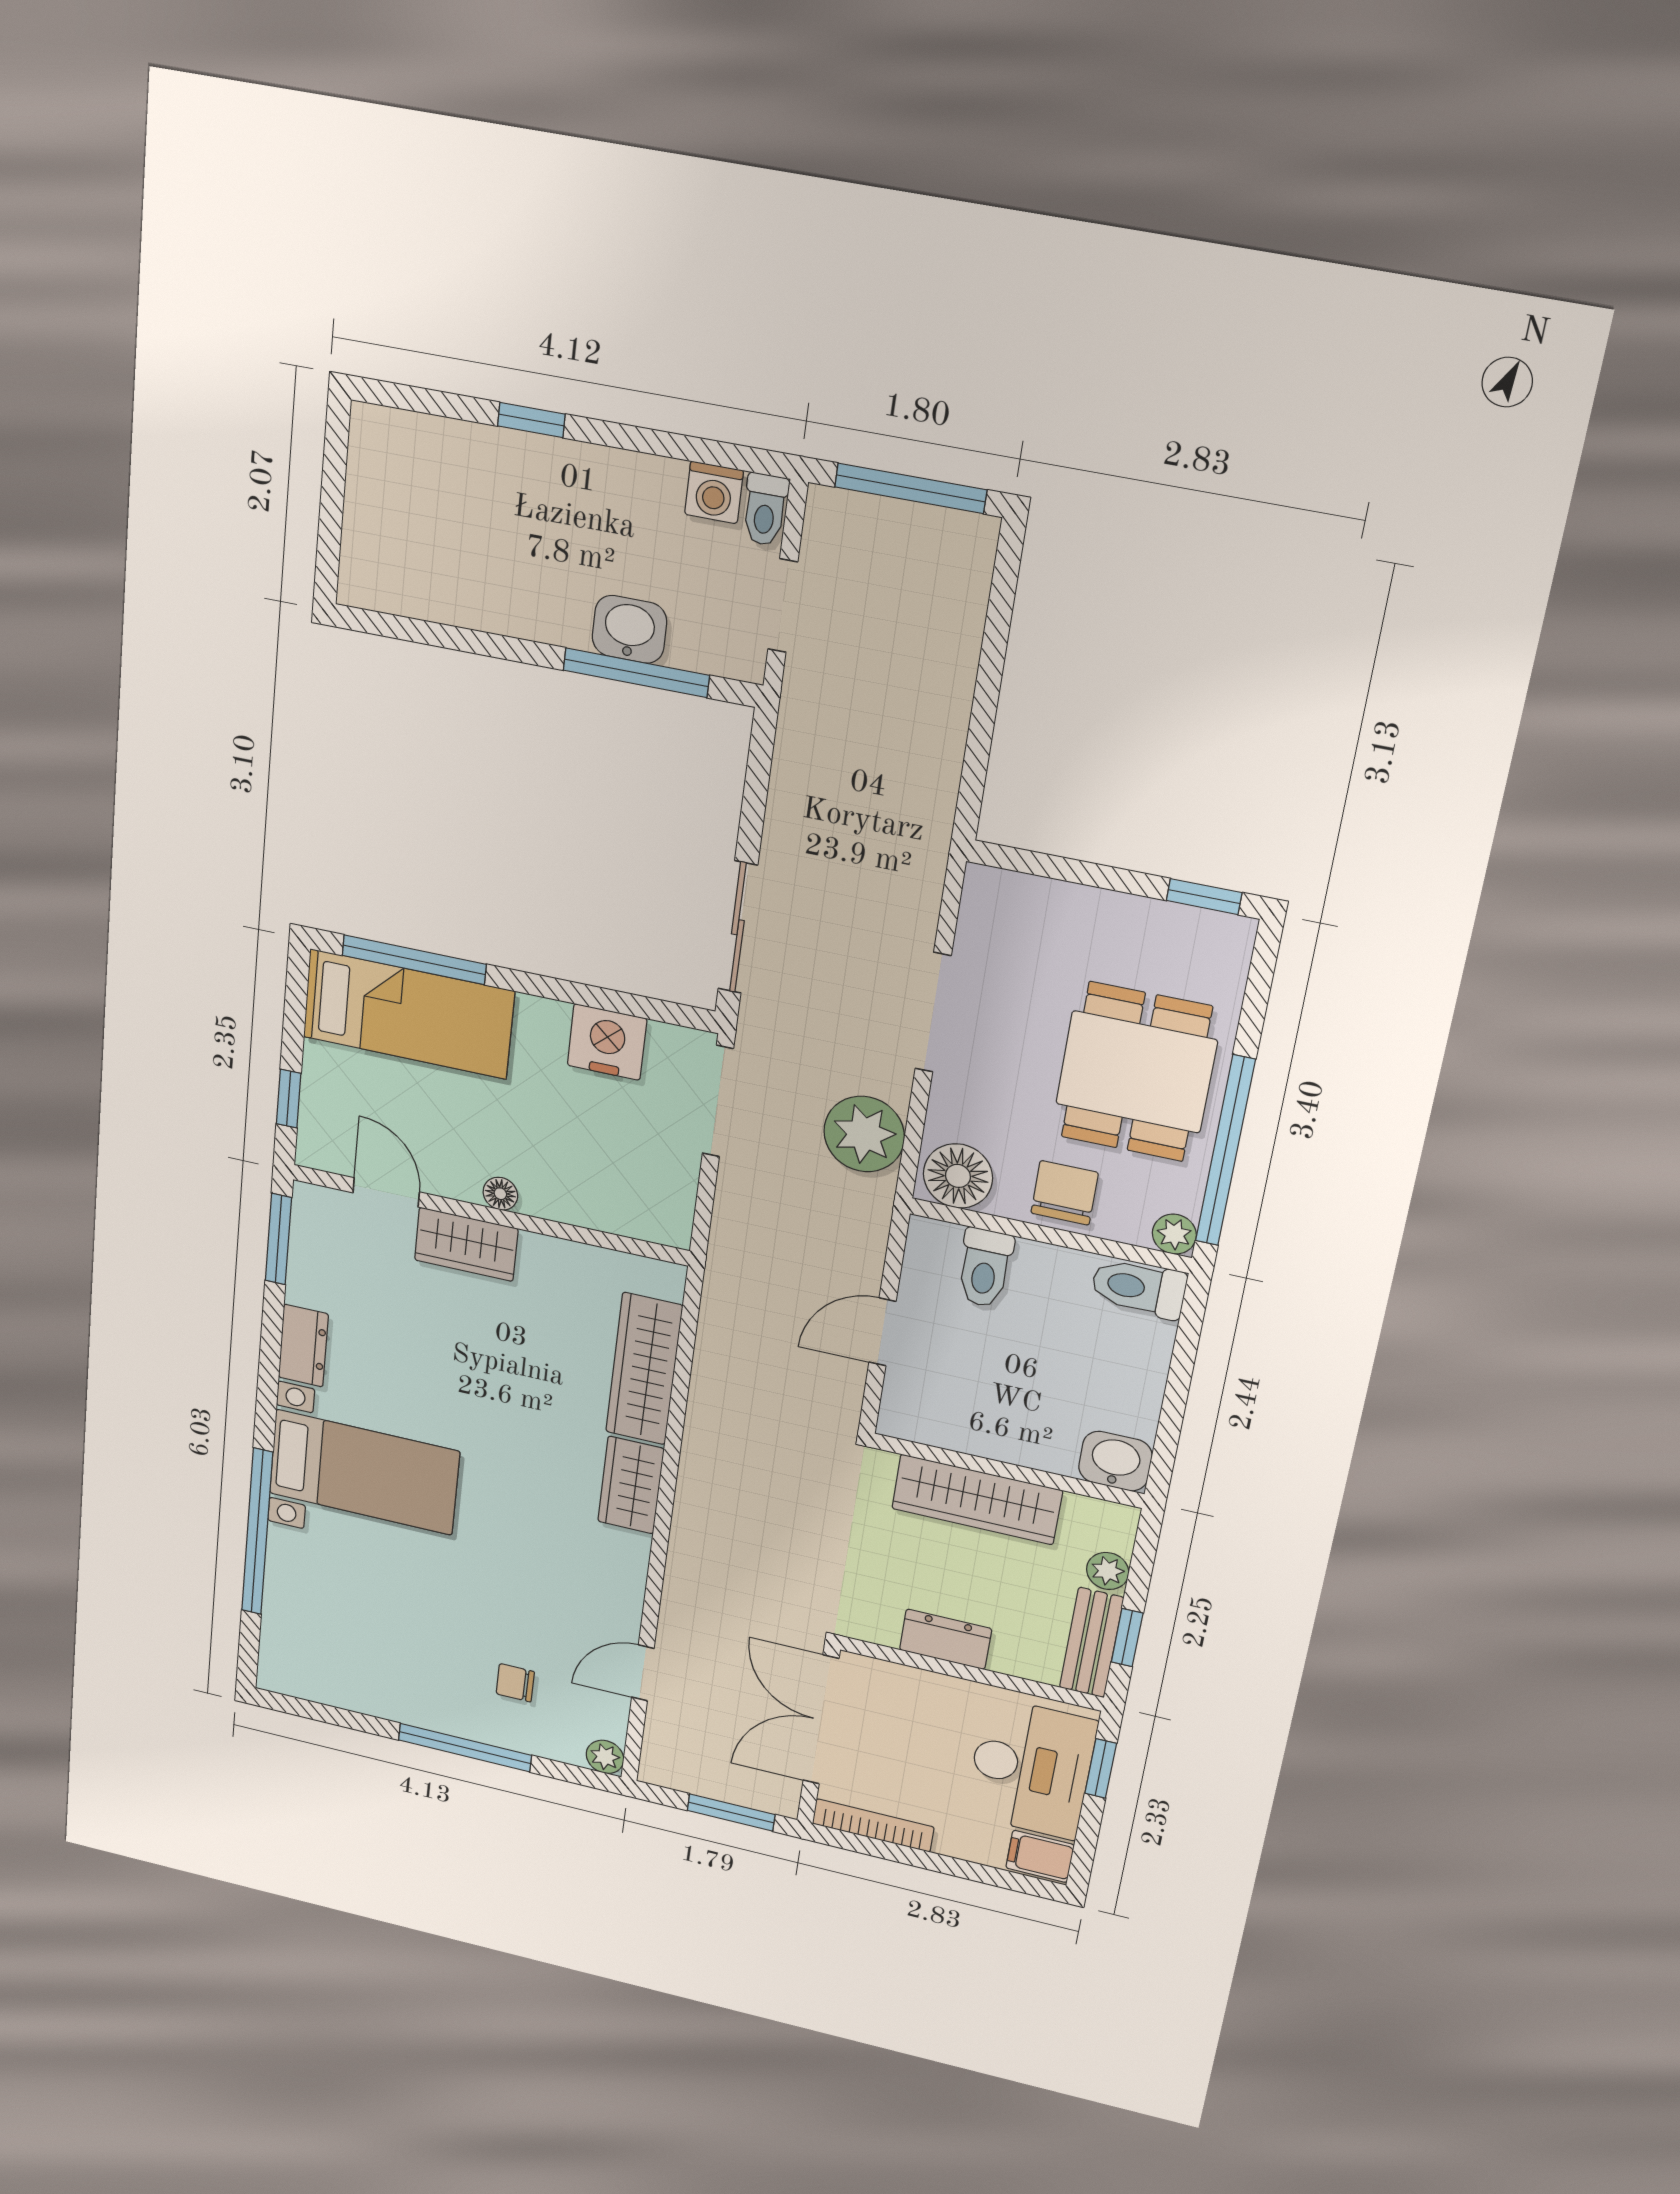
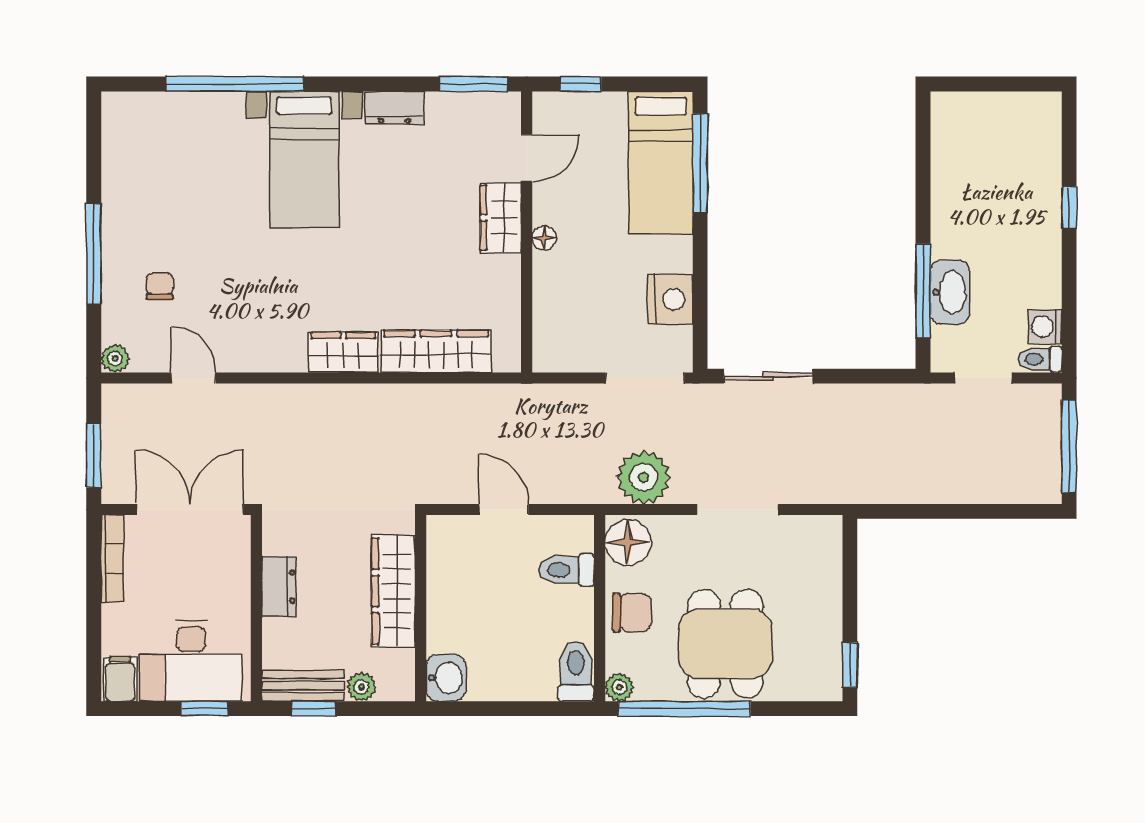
washbasin: (629, 629) -> (950, 292), width x1.38
dining table: (1136, 1072) -> (725, 644), turned 90

